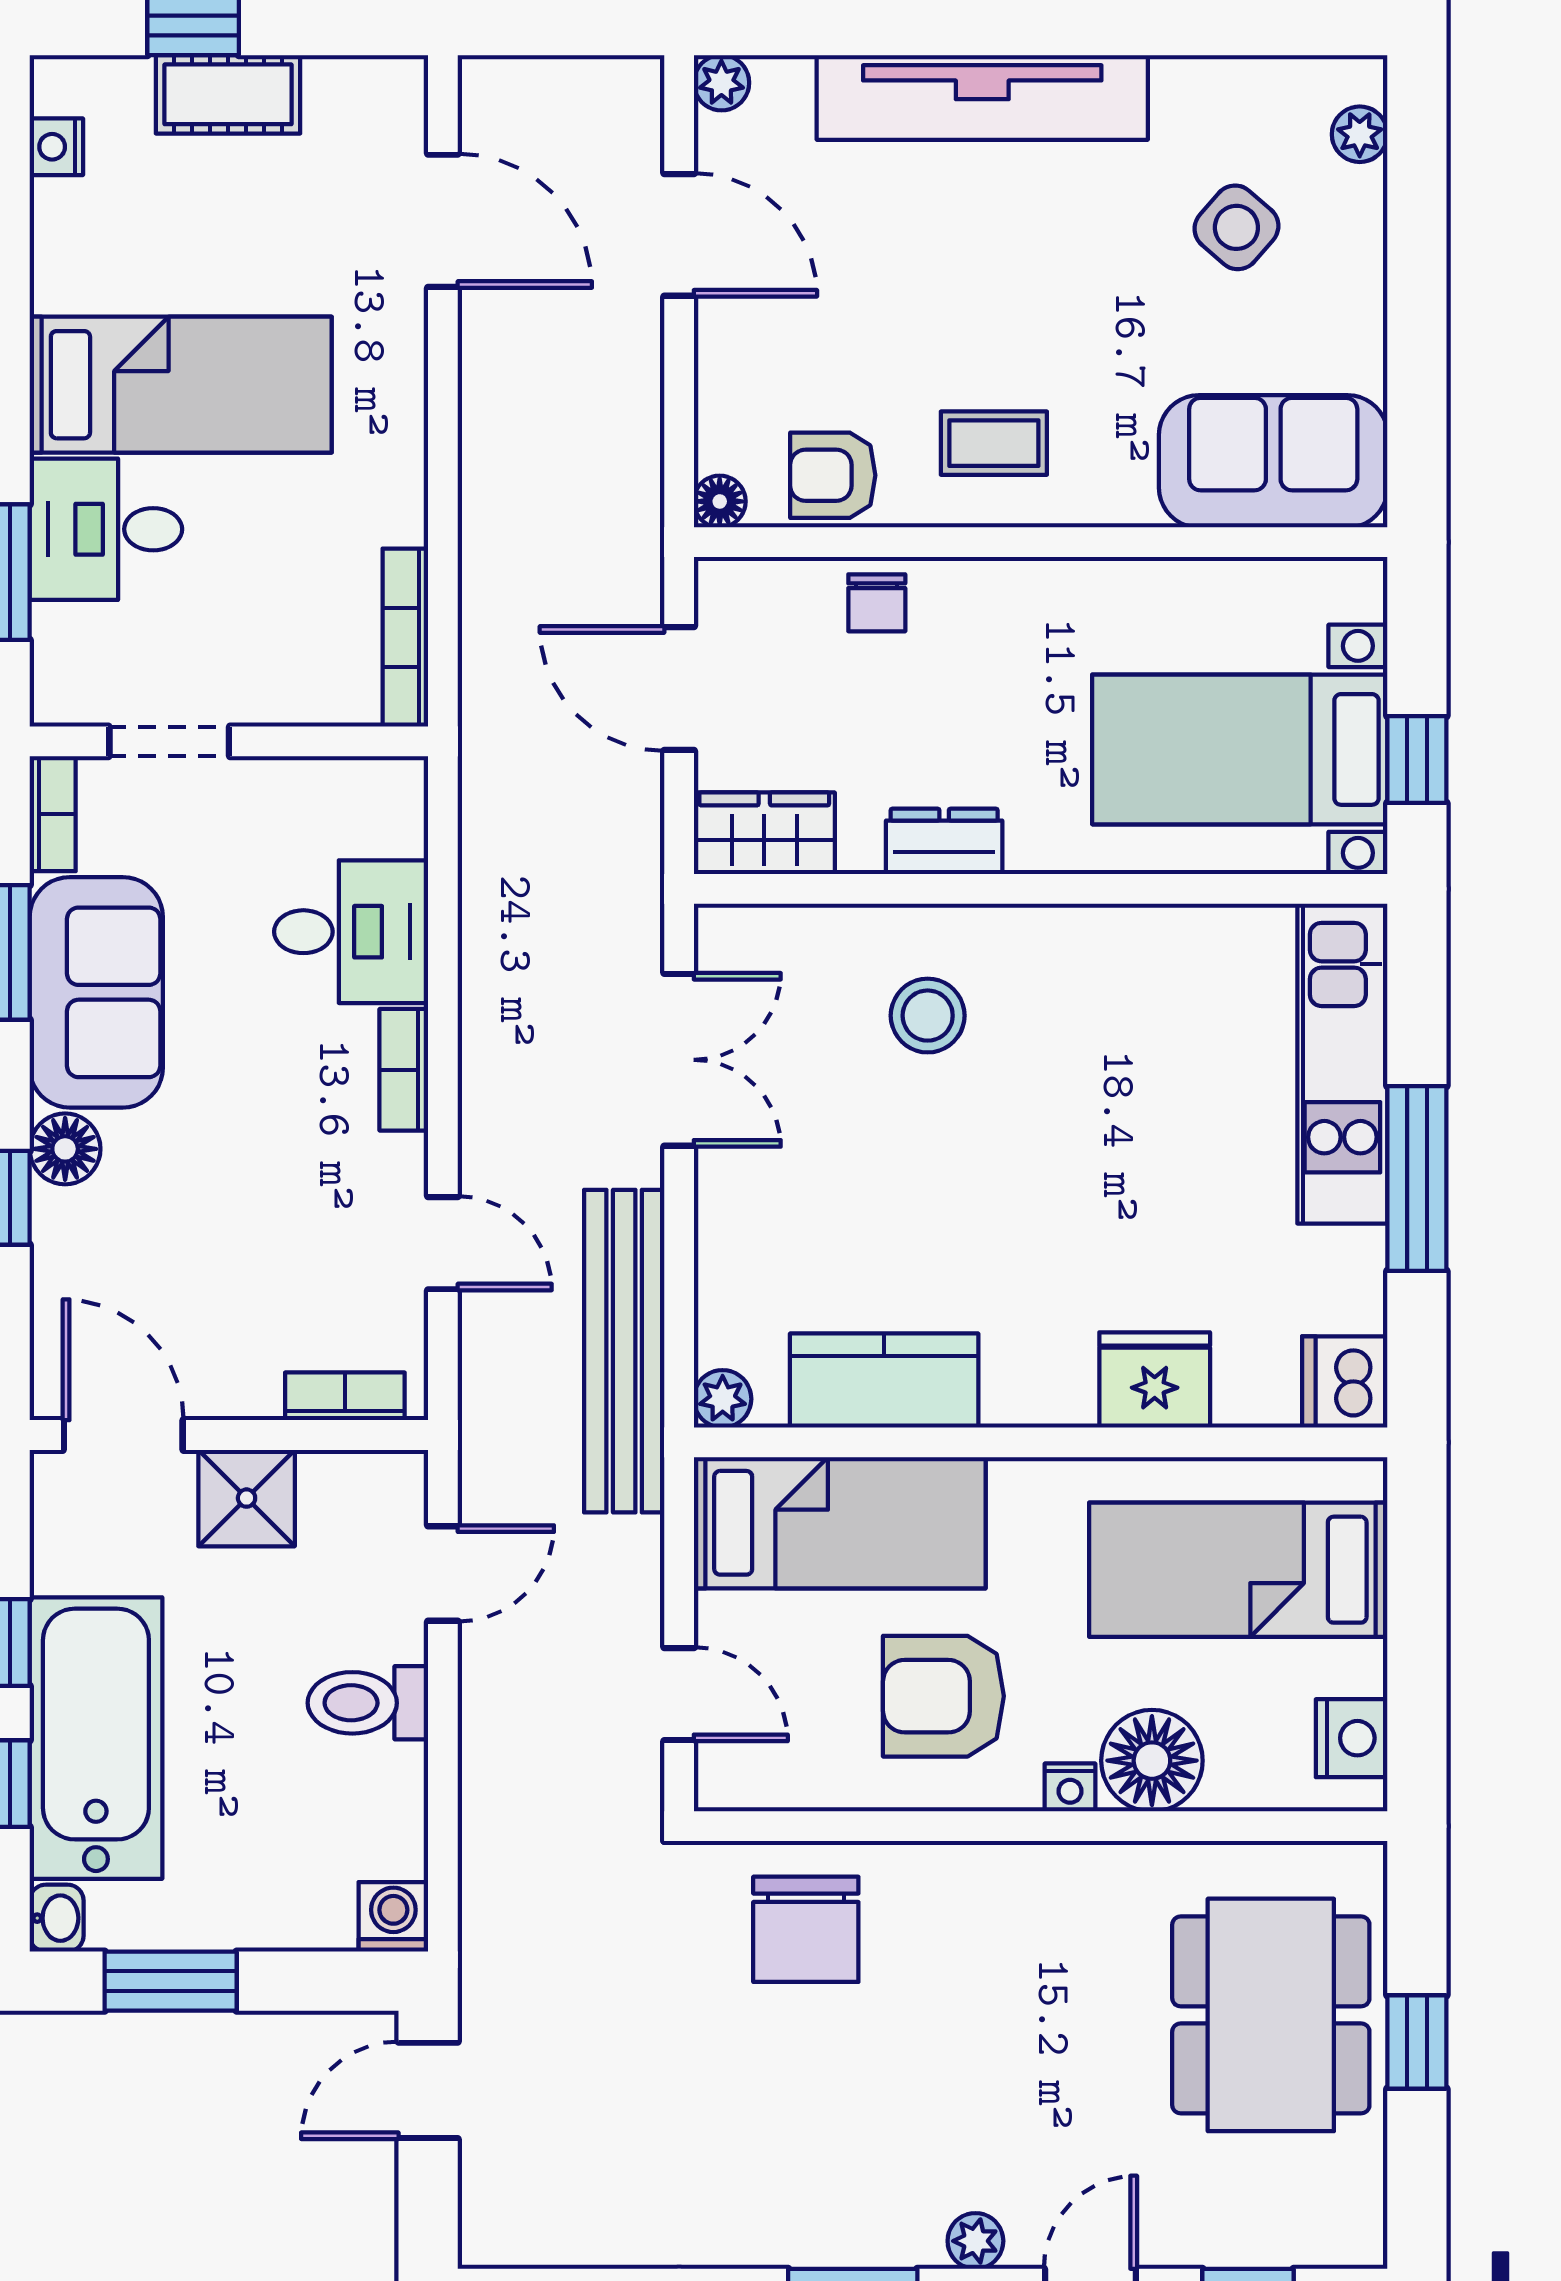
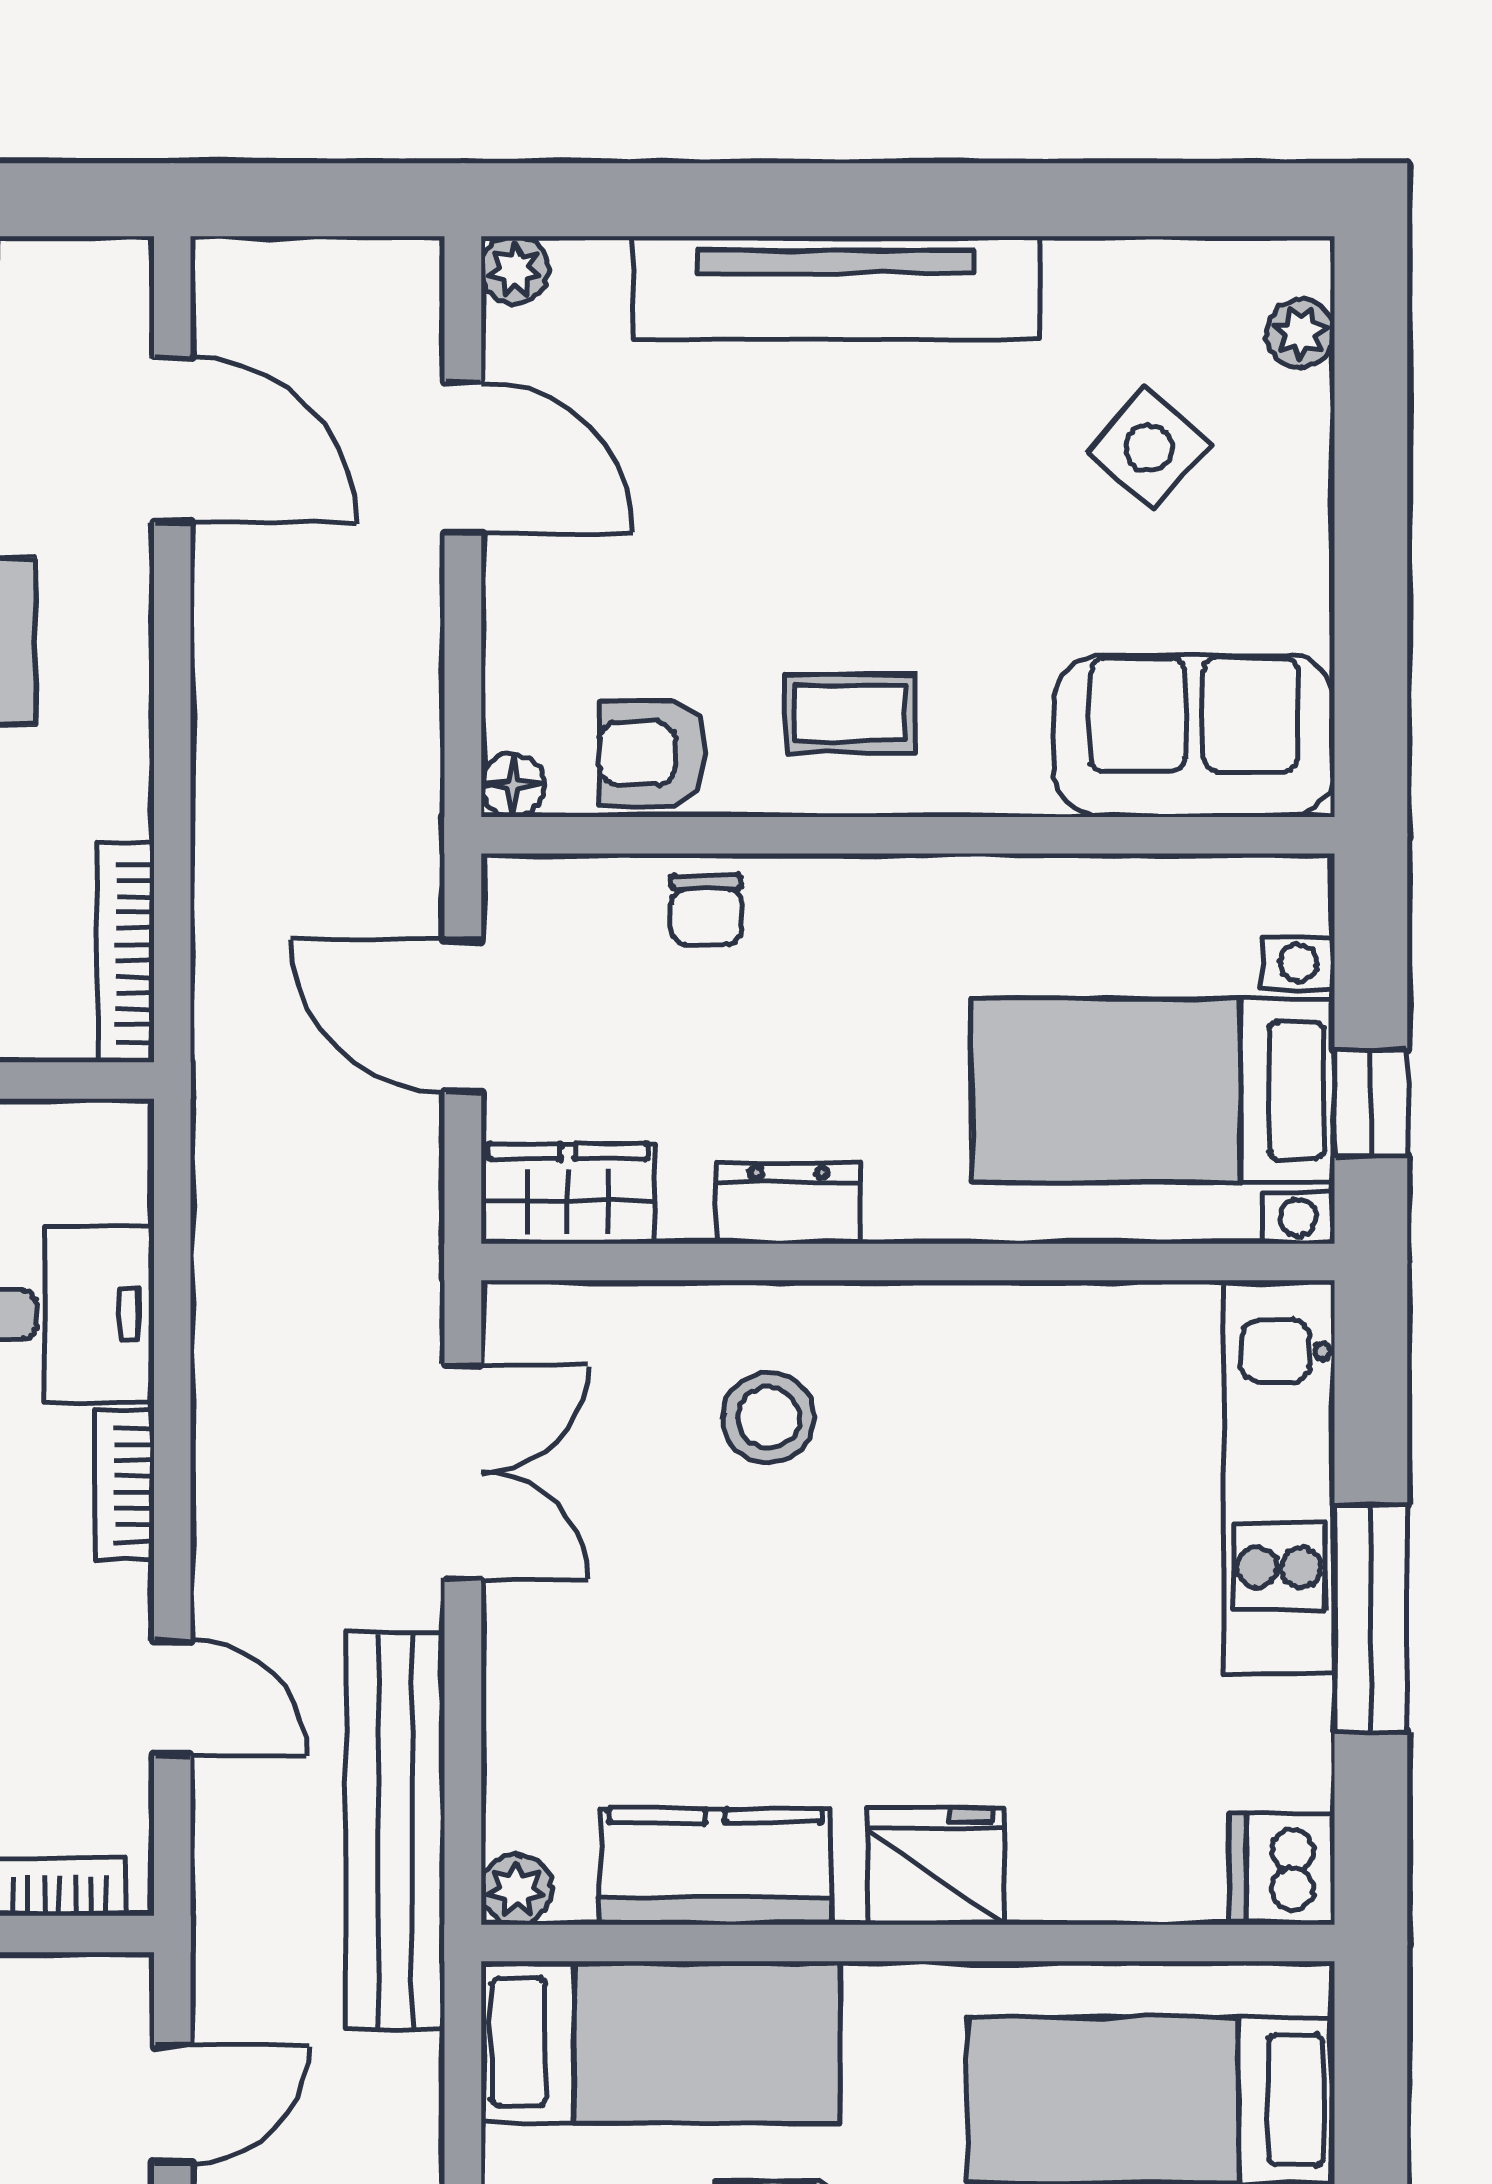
fridge: (1155, 1380) -> (936, 1866), moved

